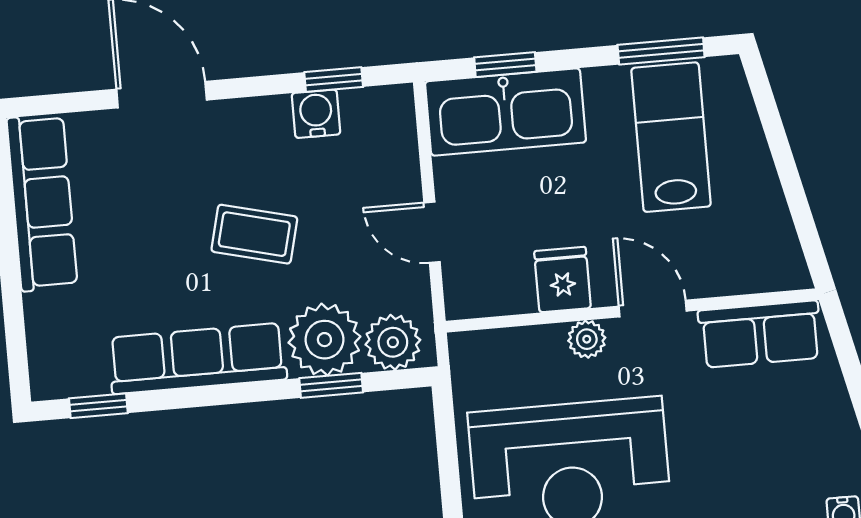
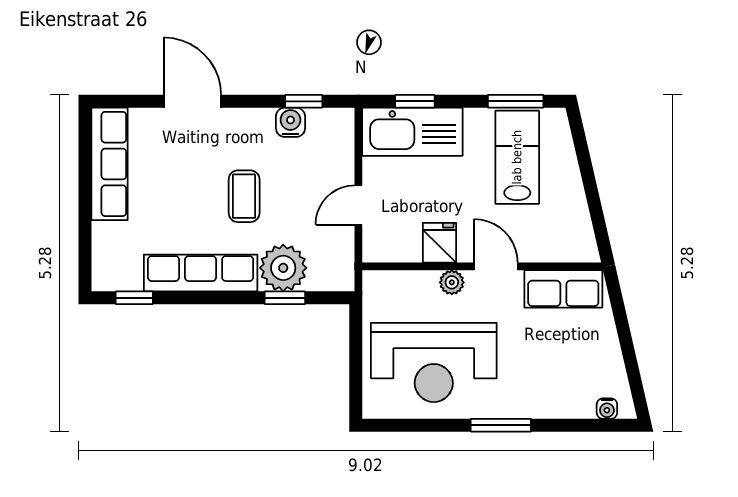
door: (432, 232) -> (358, 205), hinge flipped
coffee table: (254, 234) -> (244, 196), turned 76
plant: (393, 342) -> (327, 273), removed

